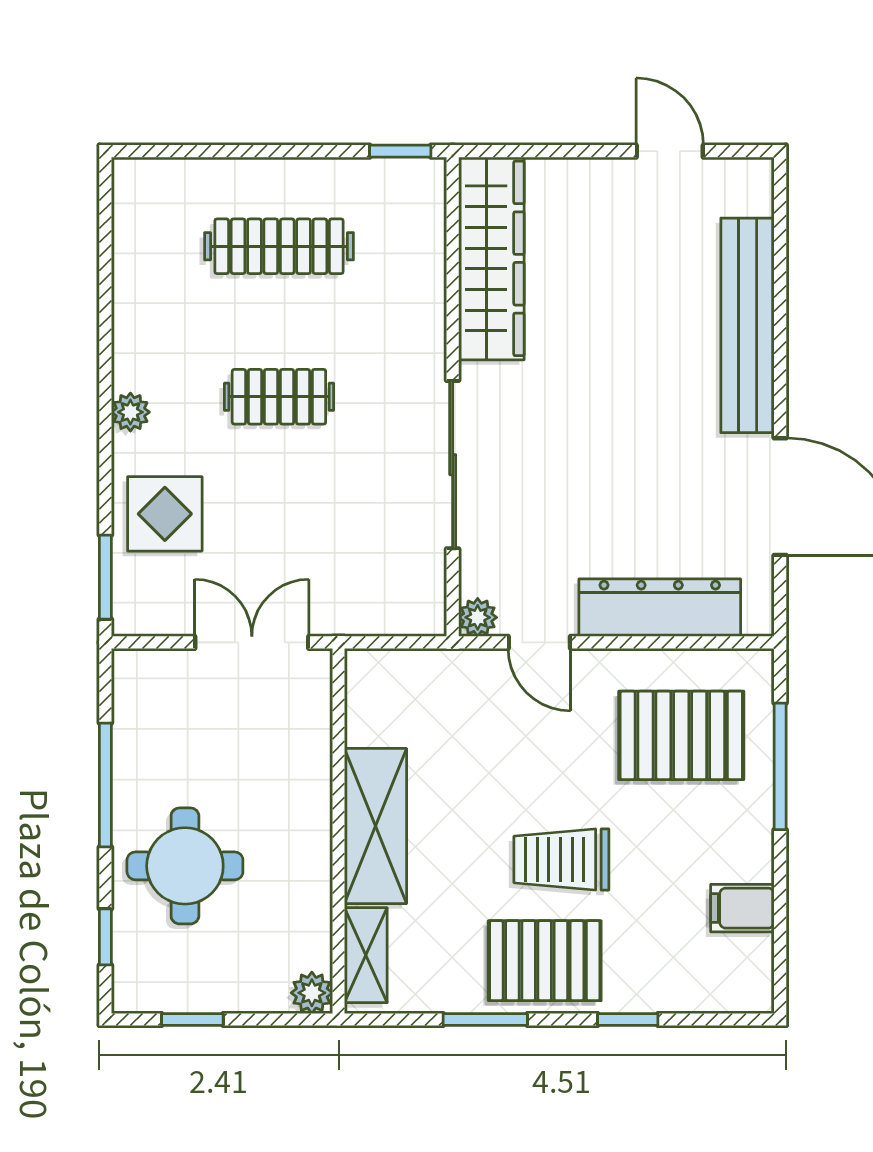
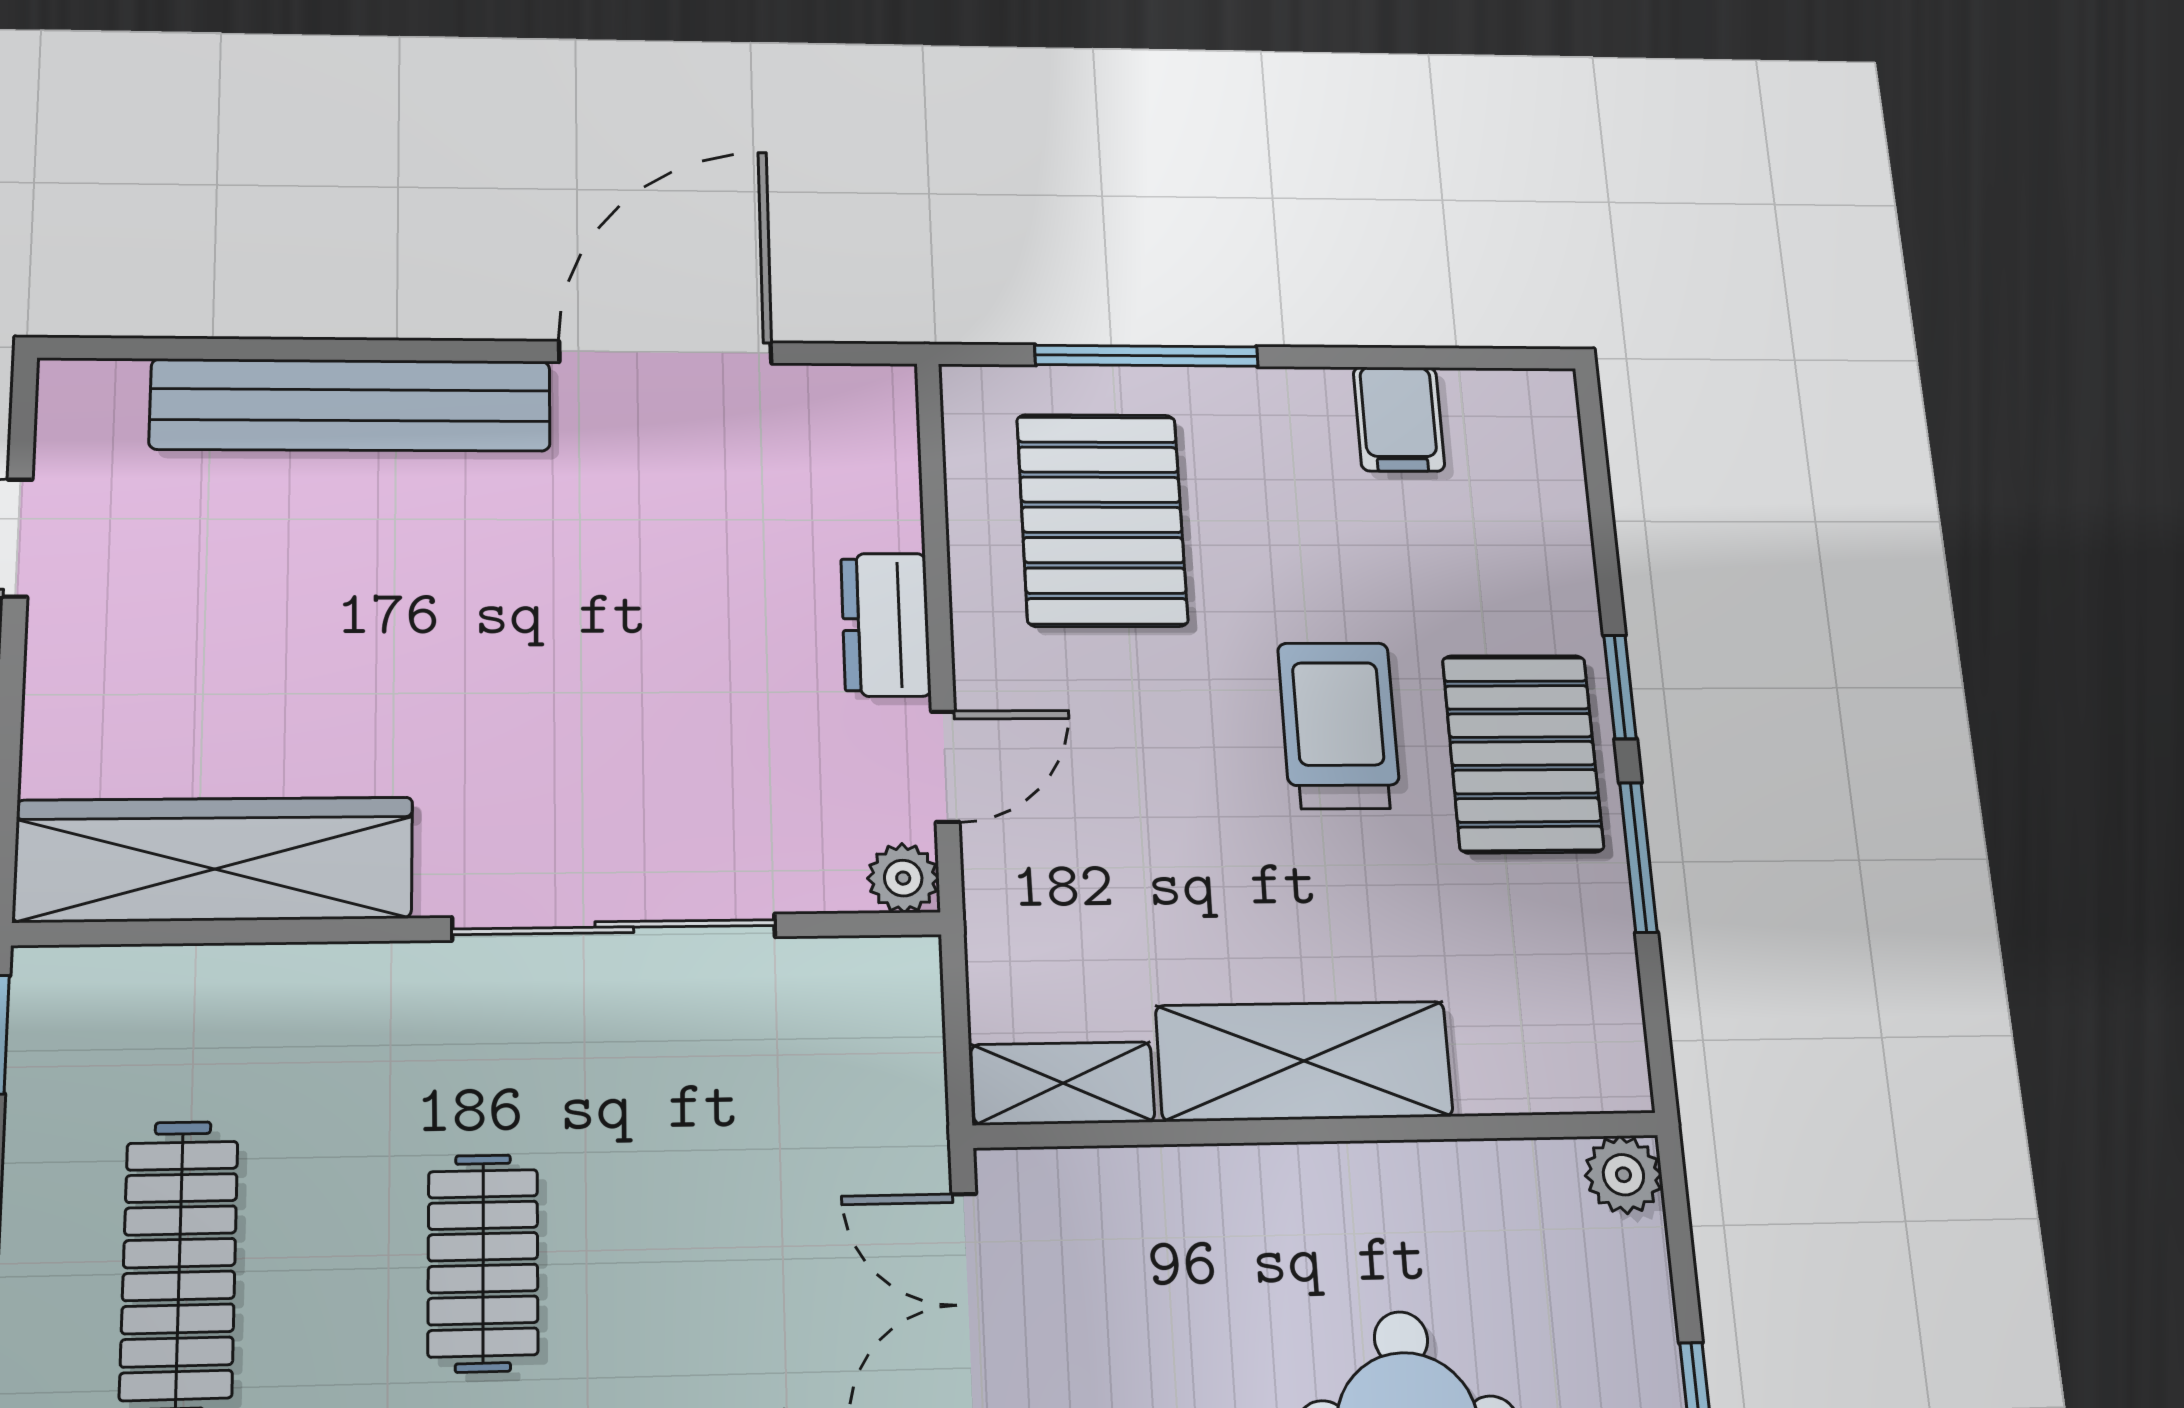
dresser: (660, 608) -> (886, 625), width x0.51, depth x0.80
trolley: (561, 859) -> (1339, 725), turned 180
shelving: (366, 955) -> (1063, 1083), moved
window: (628, 1019) -> (1620, 687), moved

